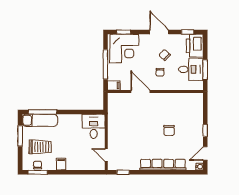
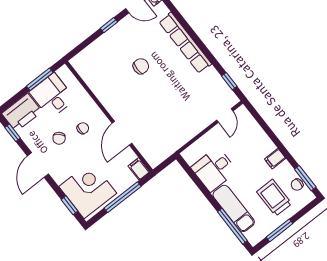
exam couch: (40, 120) -> (234, 208), moved
desk: (94, 126) -> (214, 169), moved

